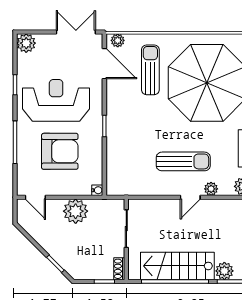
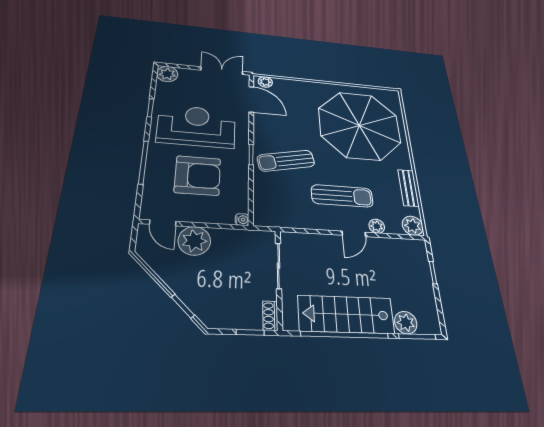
sun lounger: (150, 70) -> (286, 161), moved, turned -102
plant: (76, 211) -> (194, 241), moved

